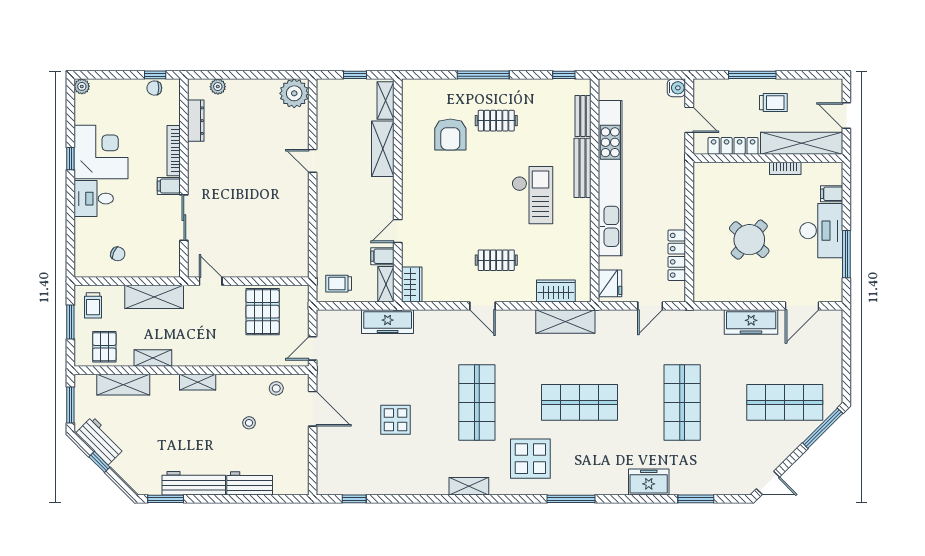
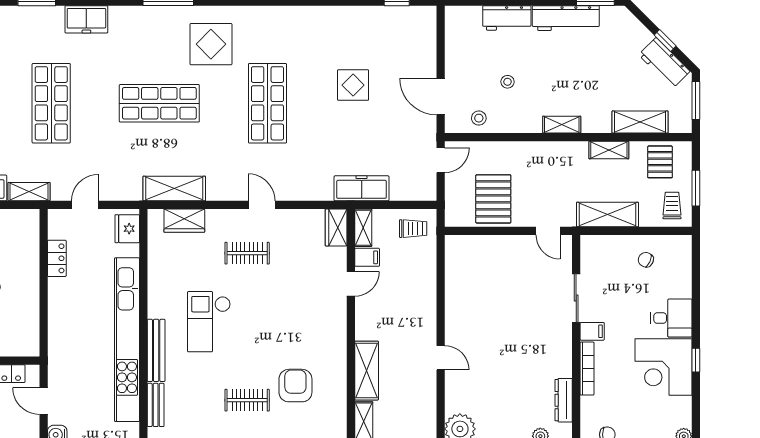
locker: (677, 255) -> (57, 258), width x0.66
shelving: (469, 486) -> (29, 192), moved

